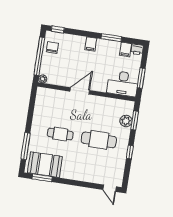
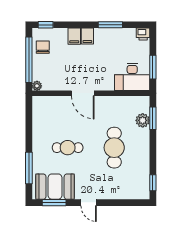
filing cabinet: (125, 49) -> (74, 36), moved
door: (80, 91) -> (83, 93), swing flipped
cafe table: (99, 140) -> (114, 148), turned 90
window: (130, 152) -> (153, 183), moved
door: (110, 188) -> (89, 203), moved

